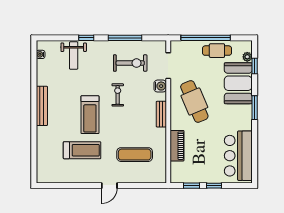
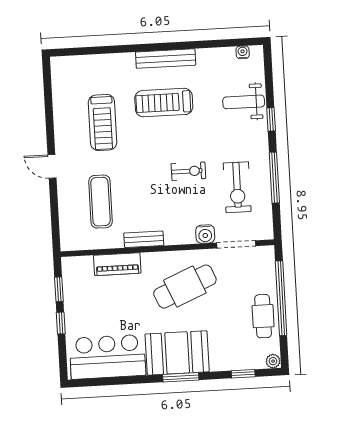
plant: (247, 57) -> (273, 361), moved
booth: (238, 83) -> (177, 353), moved
bench: (161, 114) -> (144, 239), moved
treadmill: (90, 115) -> (164, 103), moved

